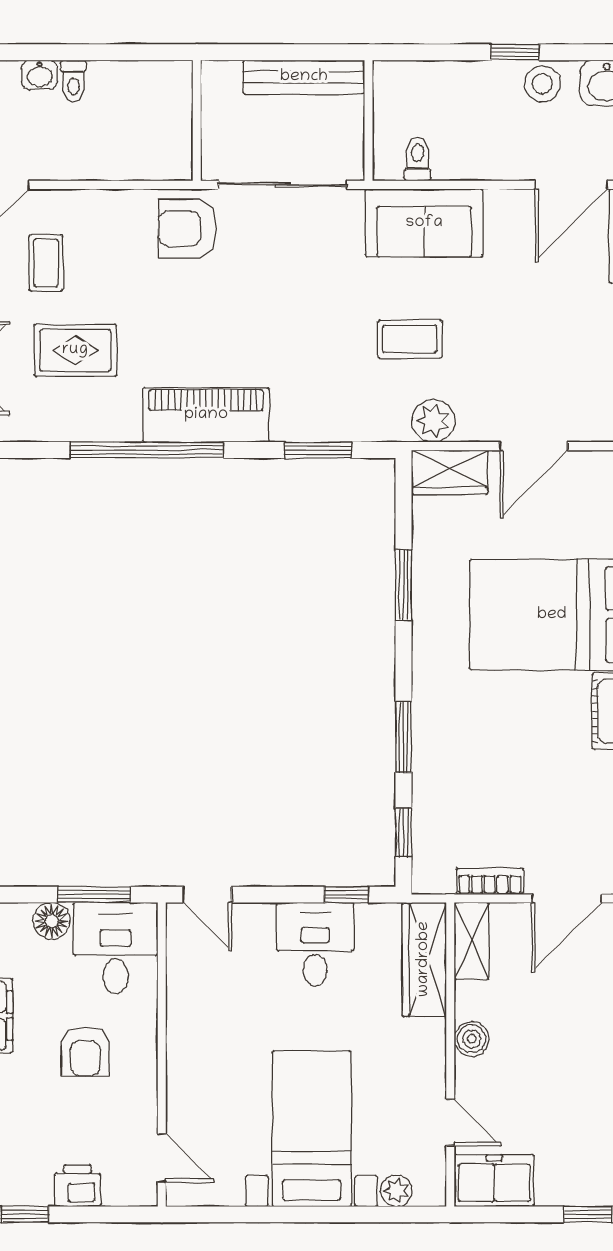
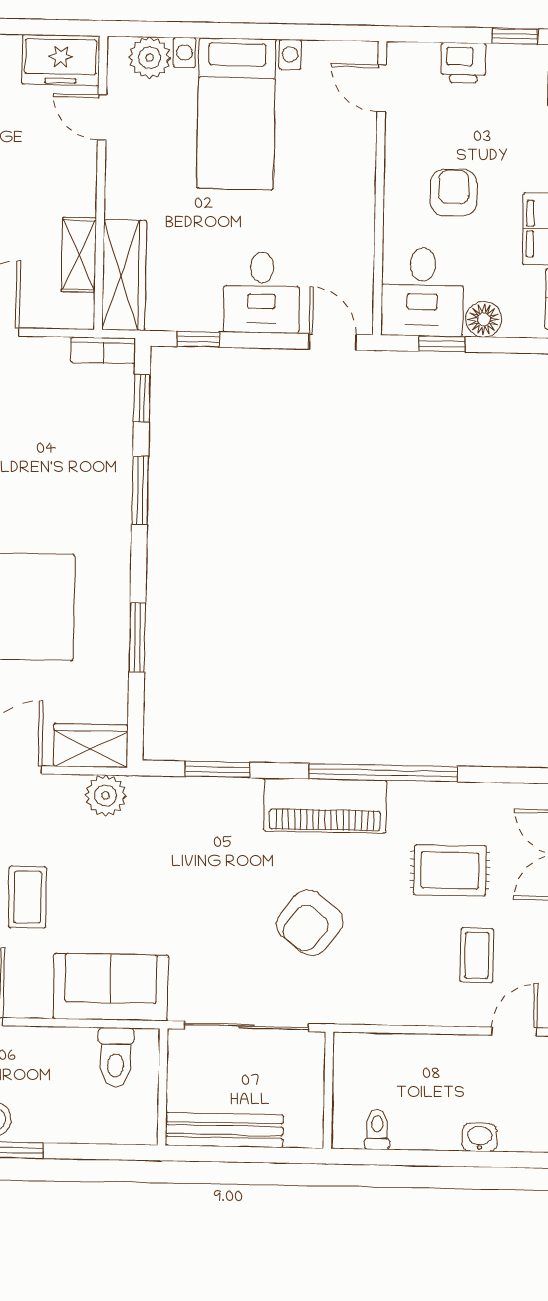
toilet: (73, 81) -> (377, 1129), moved
toilet: (418, 159) -> (116, 1057), width x1.37, depth x1.39
armchair: (188, 229) -> (310, 923), moved, turned 128
coffee table: (410, 339) -> (27, 897), moved, turned 90
bookcase: (490, 881) -> (103, 350), moved
window: (94, 895) -> (442, 344), width x0.67
shelving: (472, 941) -> (79, 255), moved
desk: (315, 944) -> (262, 292), moved
boiler: (472, 1039) -> (80, 198), removed
plant: (396, 1191) -> (150, 58), width x1.38, depth x1.38

